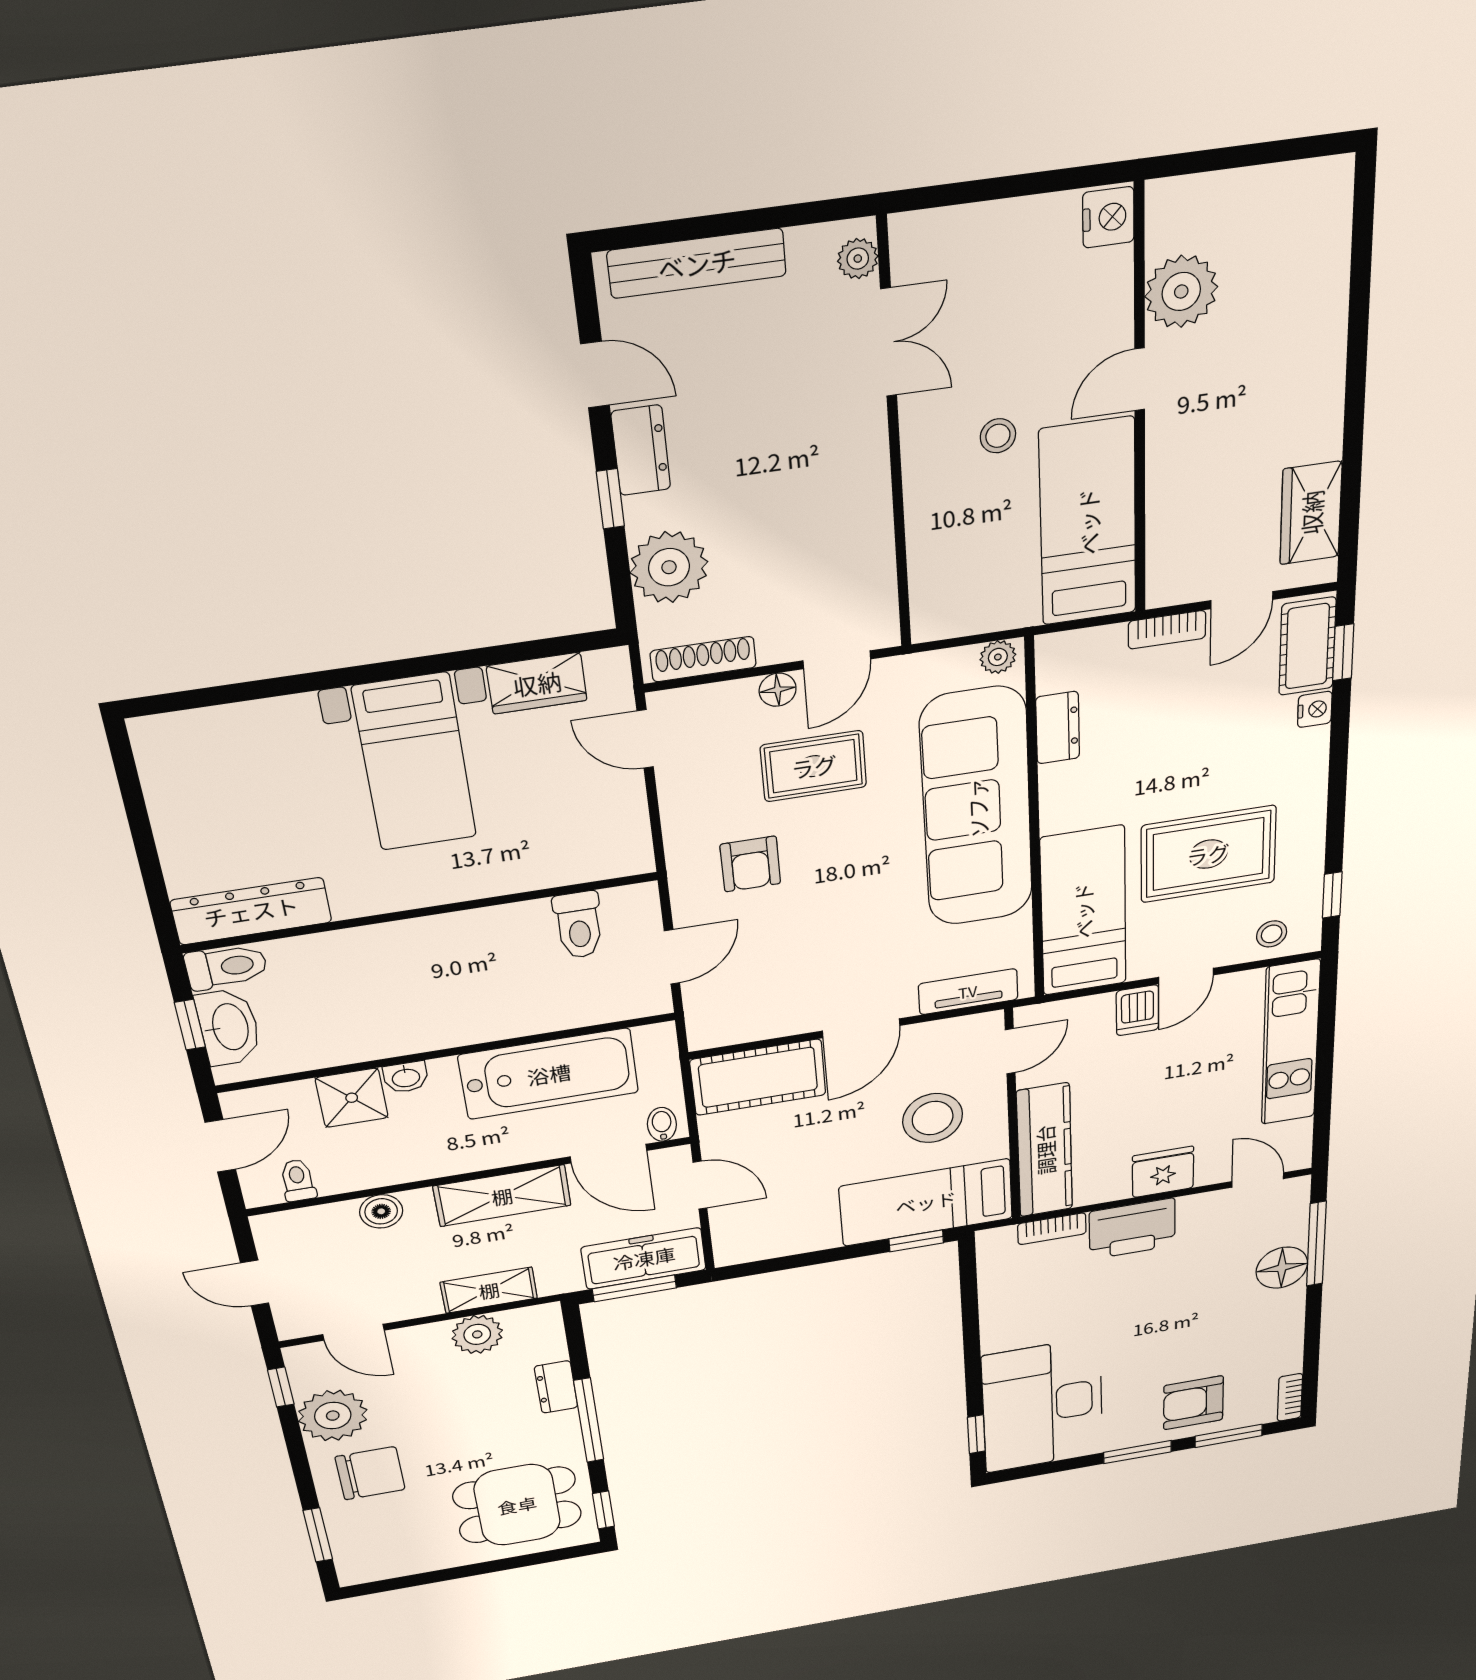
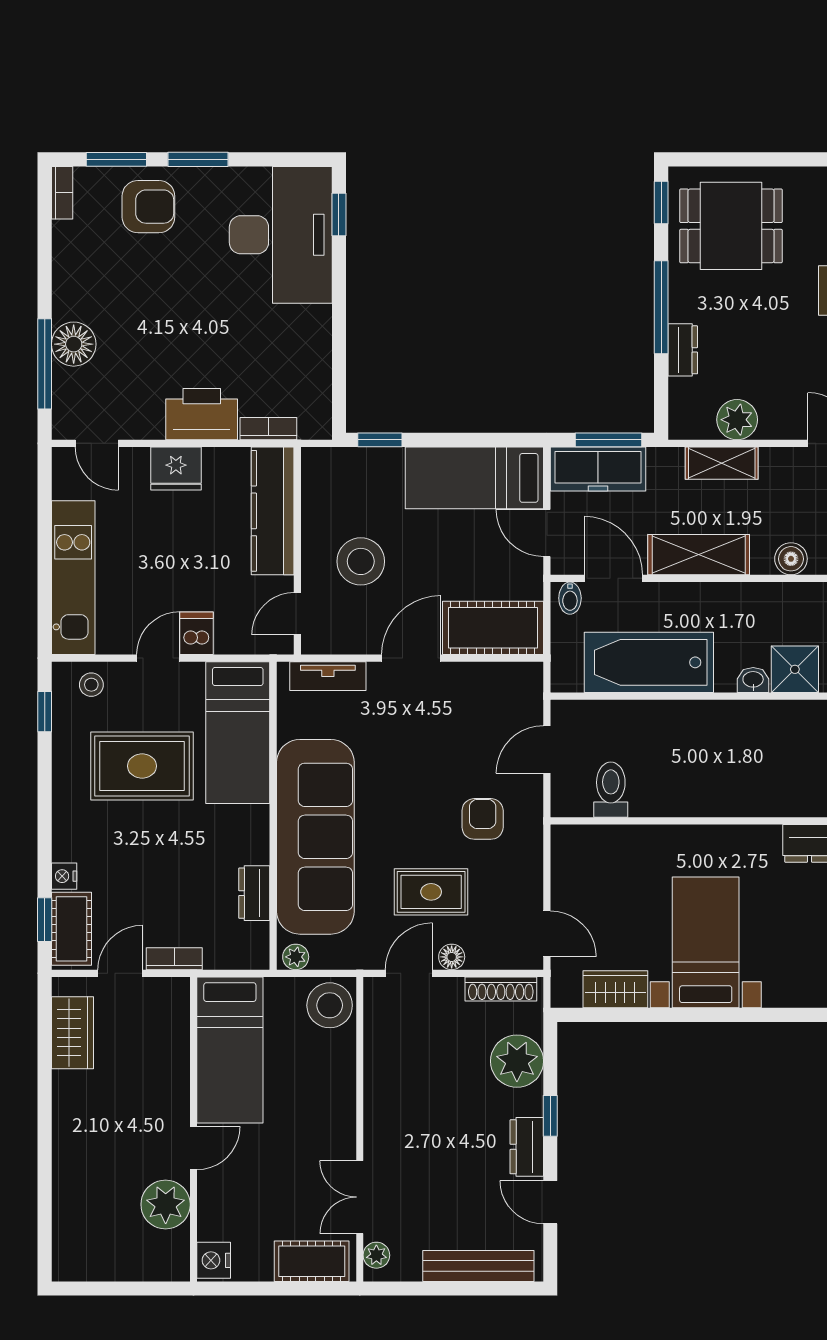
cot: (958, 236) -> (312, 1261), added
stool: (998, 436) -> (330, 1005), moved, width x1.89, depth x1.89
bed: (926, 1202) -> (474, 478), moved, turned 180

